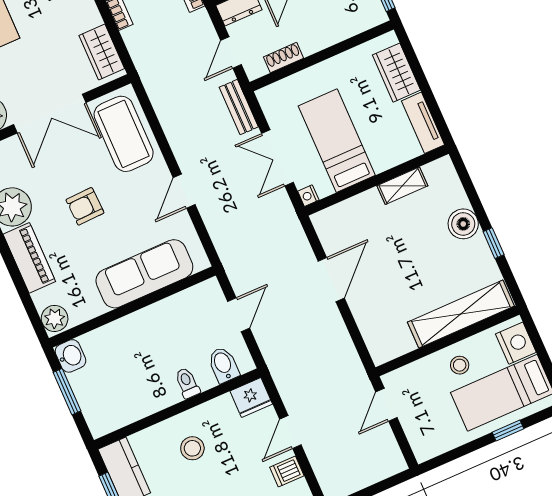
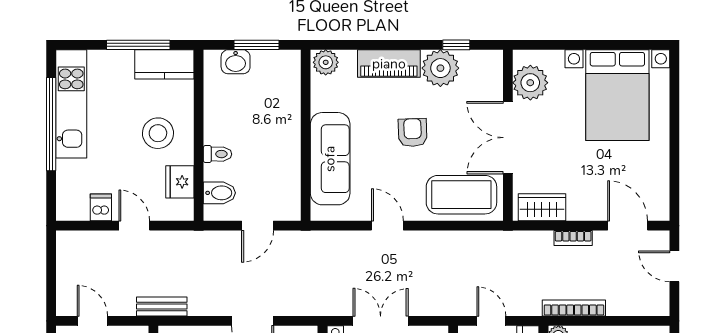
bench: (239, 107) -> (162, 306), moved
door: (239, 315) -> (258, 226), hinge flipped
washbasin: (71, 356) -> (236, 62), moved
fridge: (251, 397) -> (180, 182), moved
door: (386, 405) -> (92, 321), moved
stool: (192, 448) -> (158, 133), width x1.38, depth x1.38

